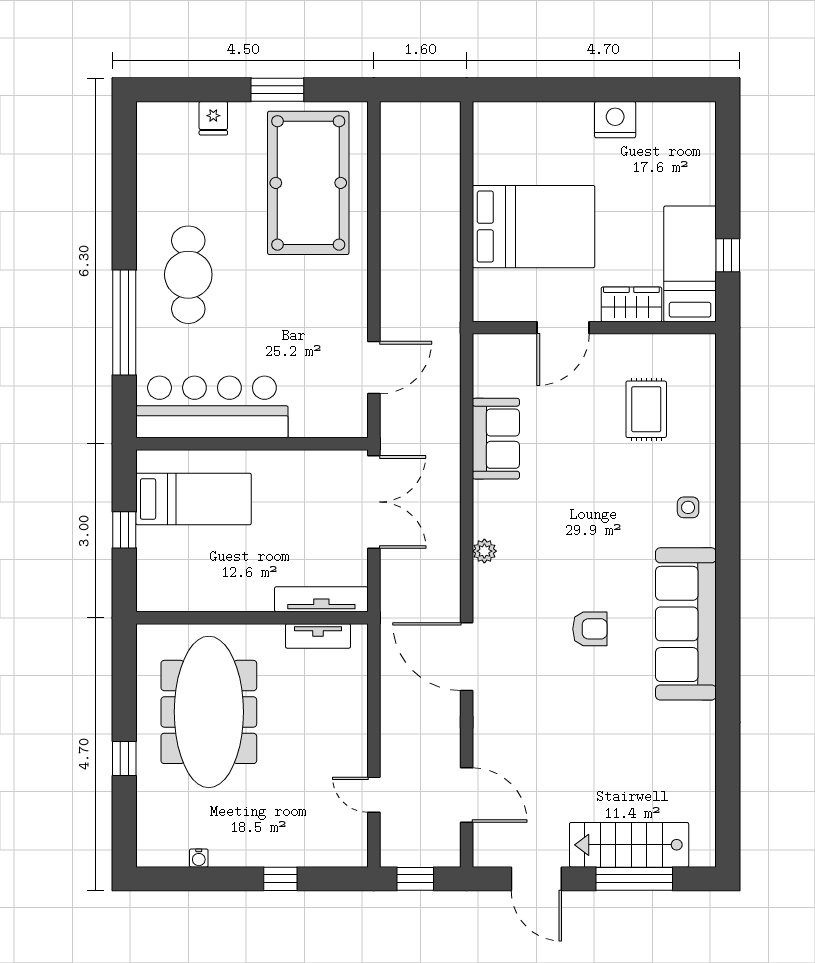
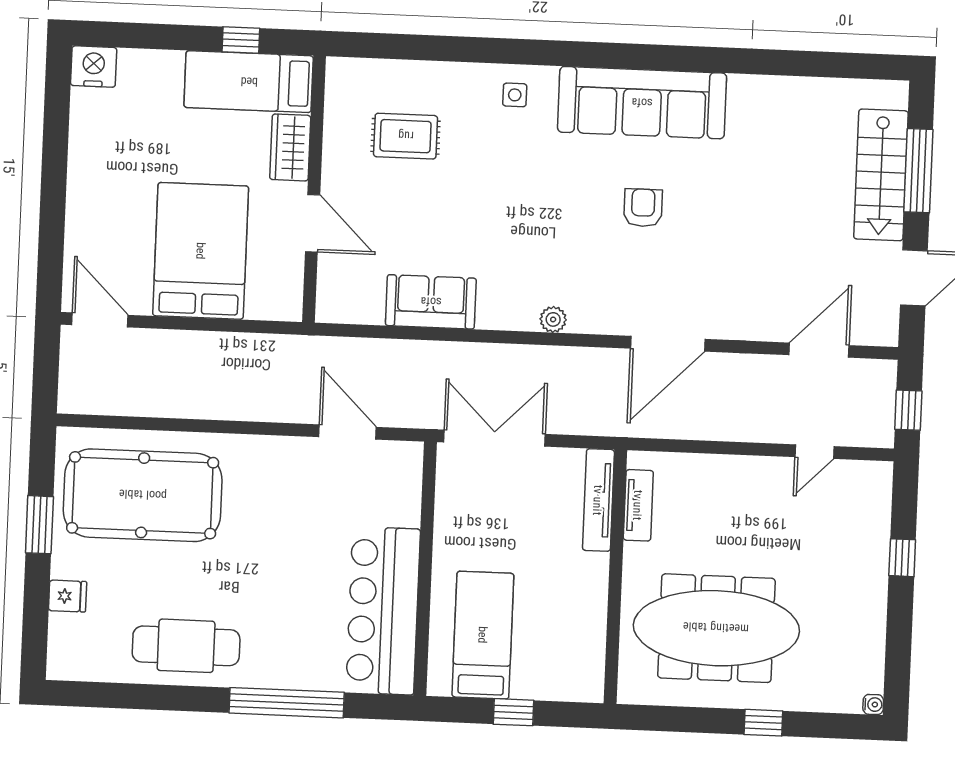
nightstand: (615, 120) -> (94, 67), moved, turned 90
door: (467, 137) -> (100, 320), added
cafe table: (188, 275) -> (186, 646), moved
water cooler: (199, 858) -> (873, 705), moved

